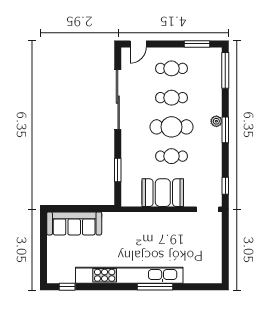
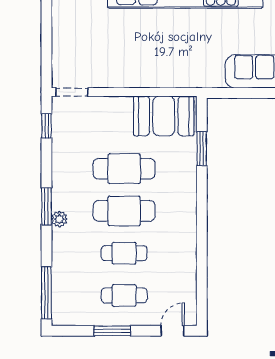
window: (197, 44) -> (112, 331), moved
sliding door: (118, 100) -> (202, 250), removed
cafe table: (172, 156) -> (124, 169), width x1.37, depth x1.35
booth: (163, 193) -> (164, 116), moved

